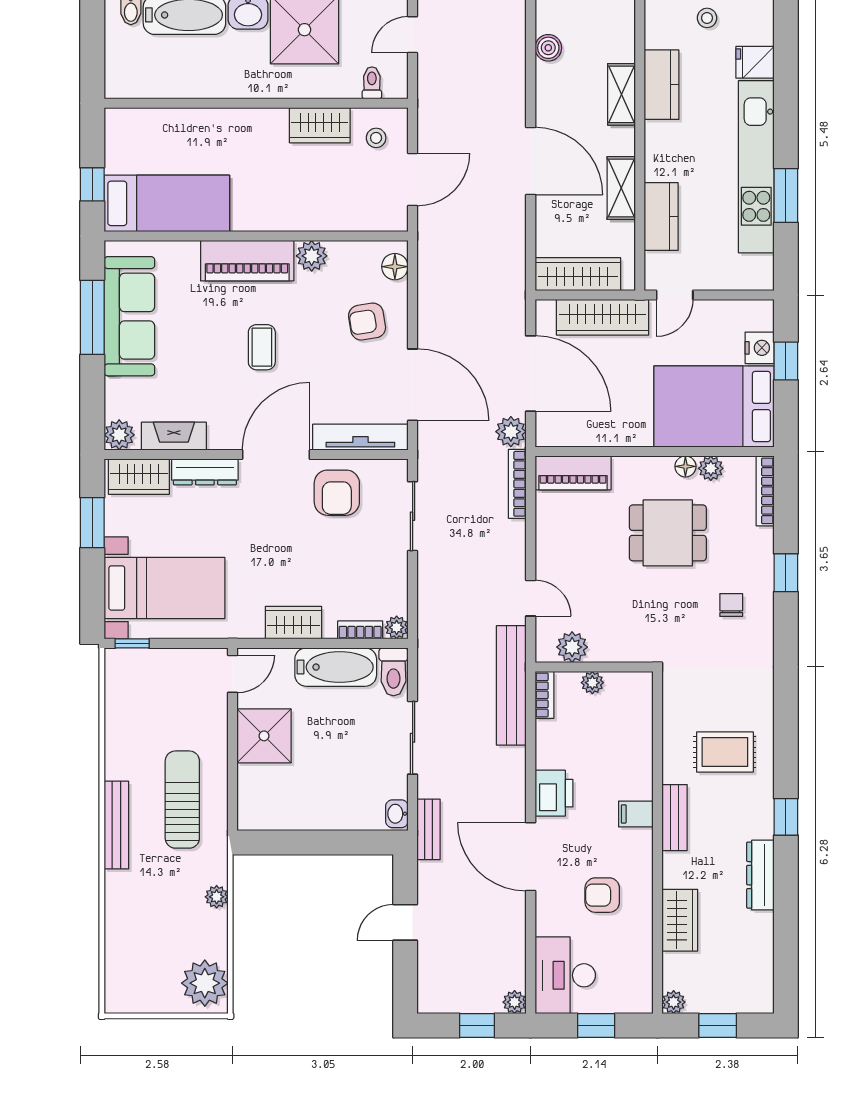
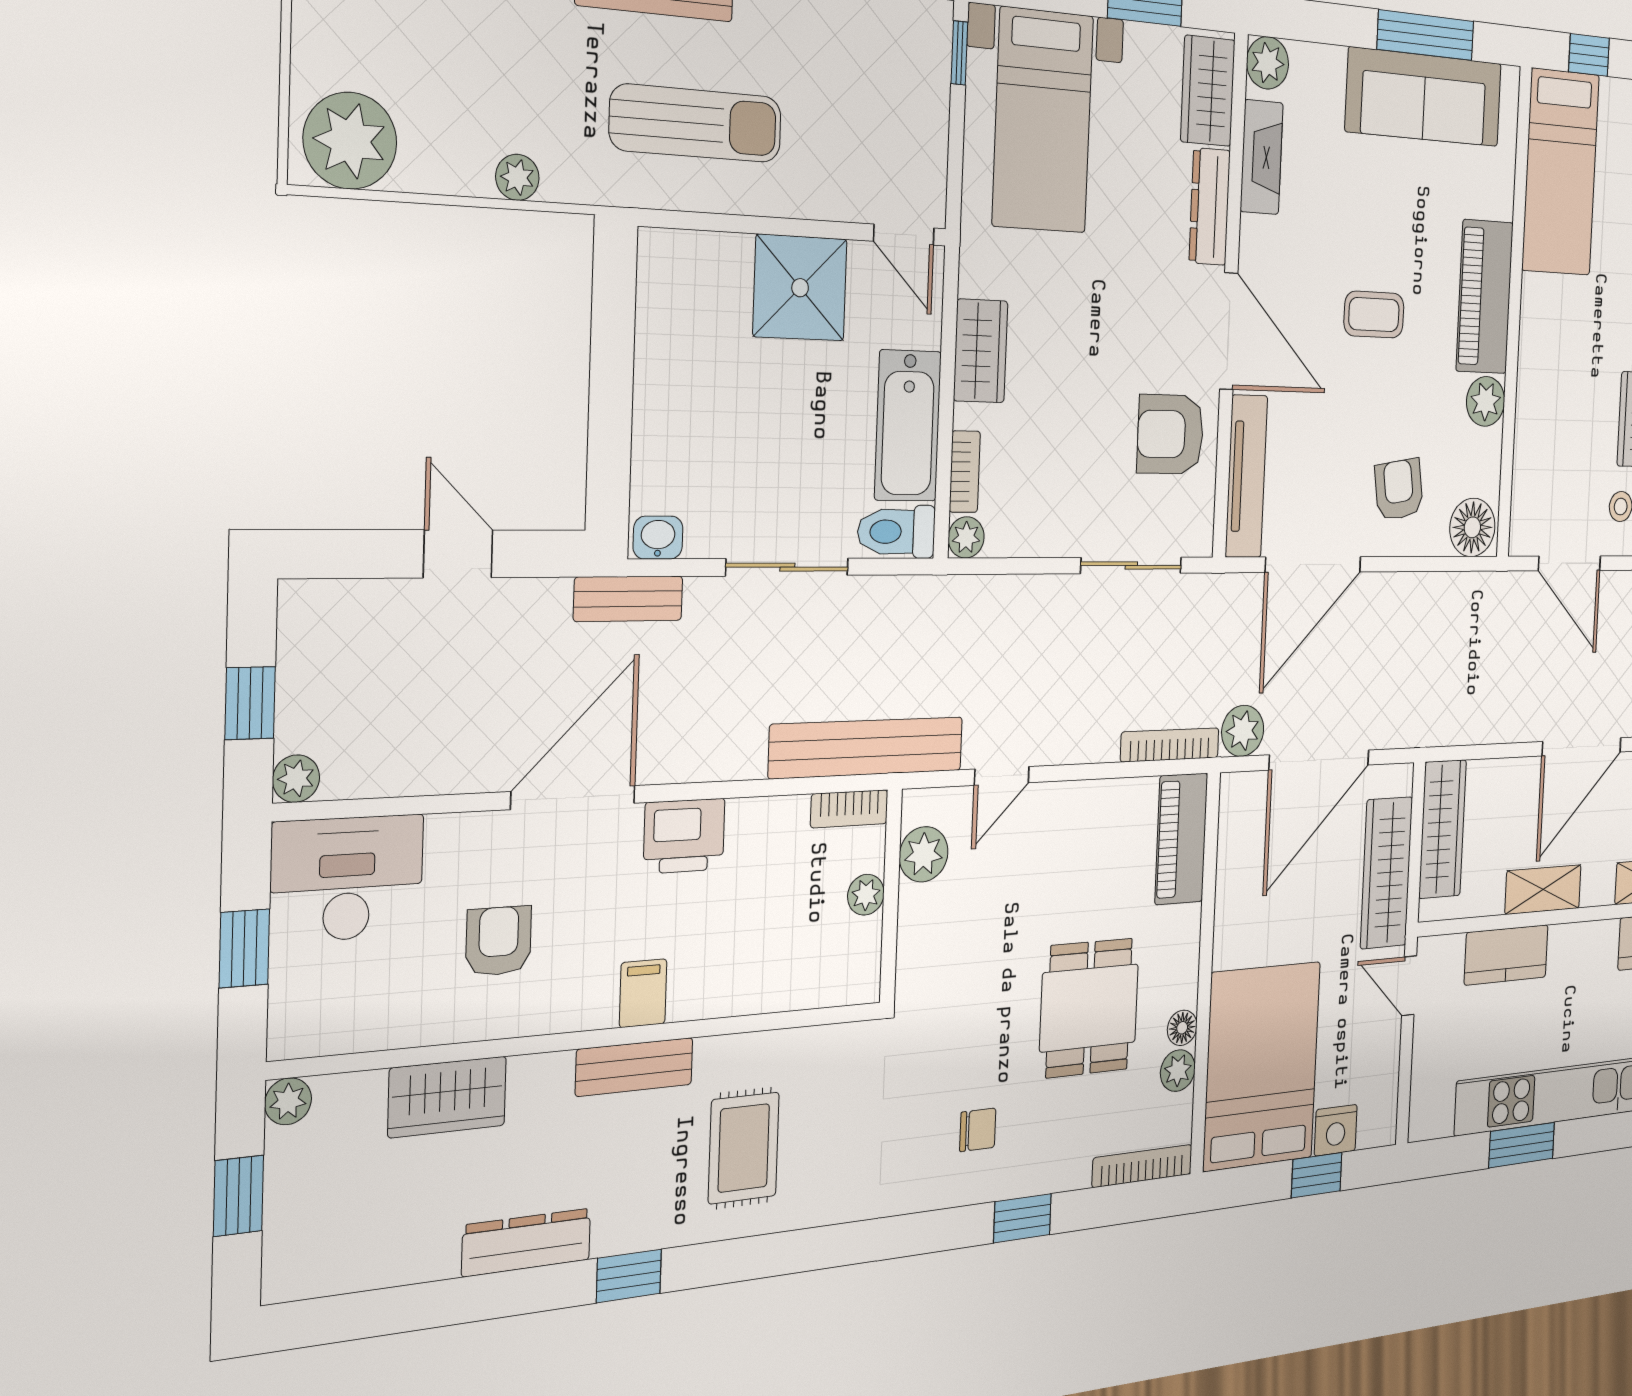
floor lamp: (395, 267) -> (1472, 527), width x1.38, depth x1.38

